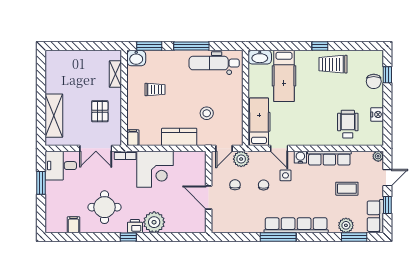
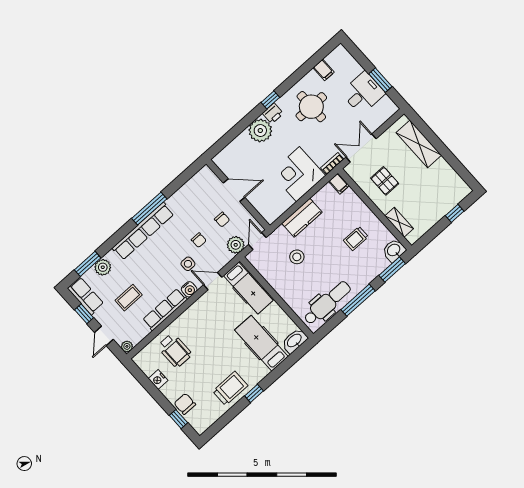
window: (72, 46) -> (455, 213), added
desk: (61, 166) -> (363, 93), moved

